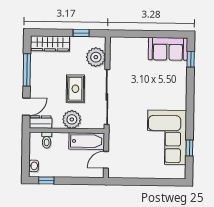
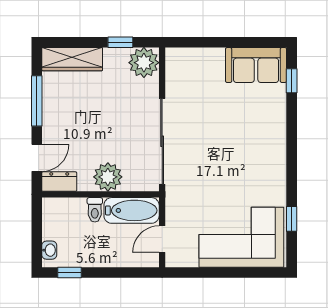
plant: (96, 57) -> (144, 63), moved
rug: (75, 89) -> (113, 129), removed
corner sofa: (167, 137) -> (241, 237), moved, turned 90
toilet: (47, 140) -> (95, 210), moved

